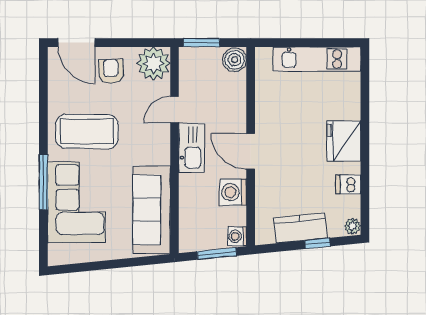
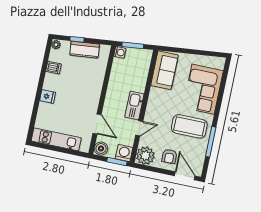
fridge: (344, 141) -> (48, 96), width x0.53, depth x0.75
door: (251, 151) -> (97, 124), moved
window: (43, 182) -> (211, 142), moved
washing machine: (233, 192) -> (124, 153), moved, turned -90
sofa: (152, 210) -> (164, 70), width x0.73

